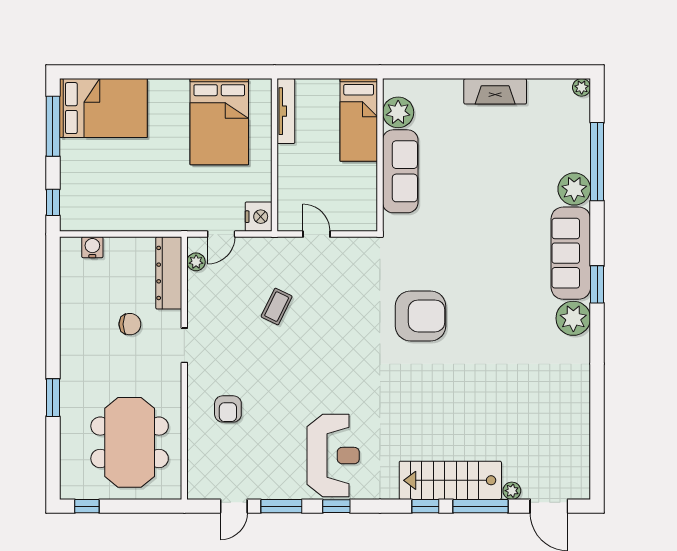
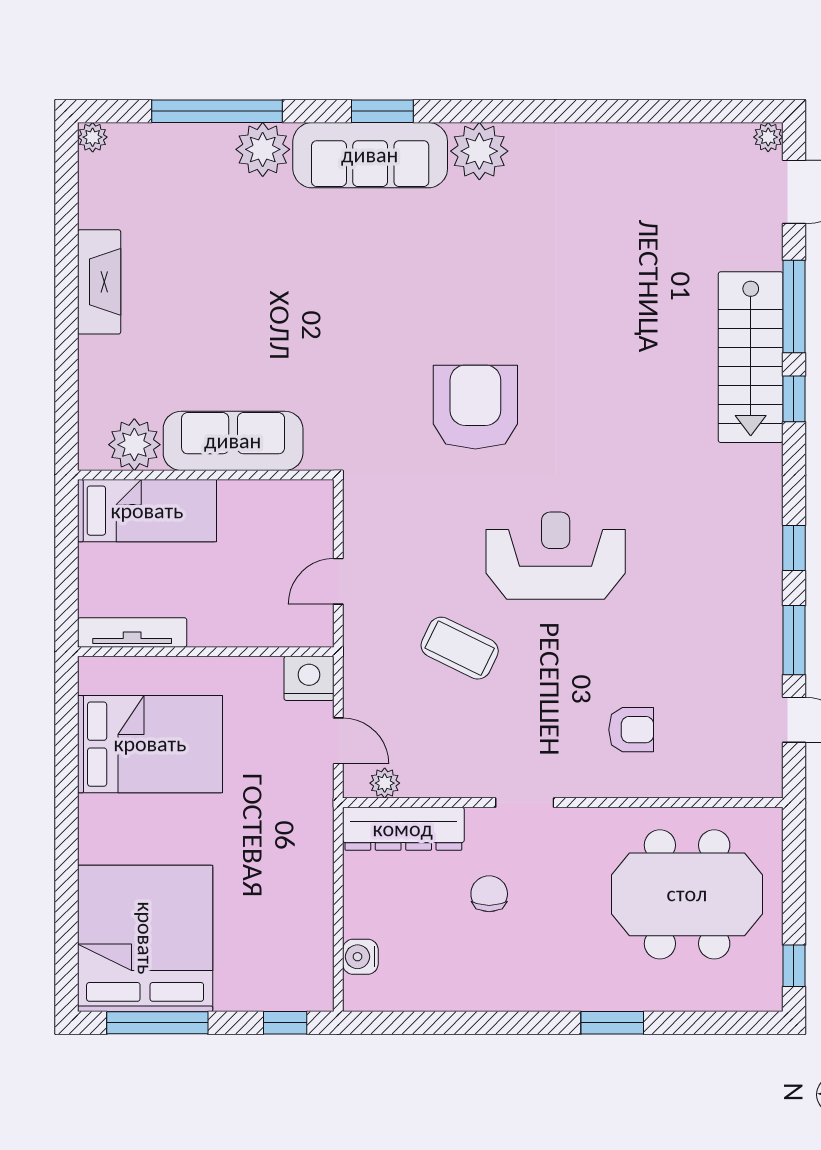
bed: (103, 108) -> (145, 938), width x1.36
window: (597, 284) -> (382, 111), moved
coffee table: (277, 307) -> (460, 648), width x1.36, depth x1.30
reception desk: (333, 456) -> (556, 556), moved
plant: (512, 491) -> (768, 137), moved

